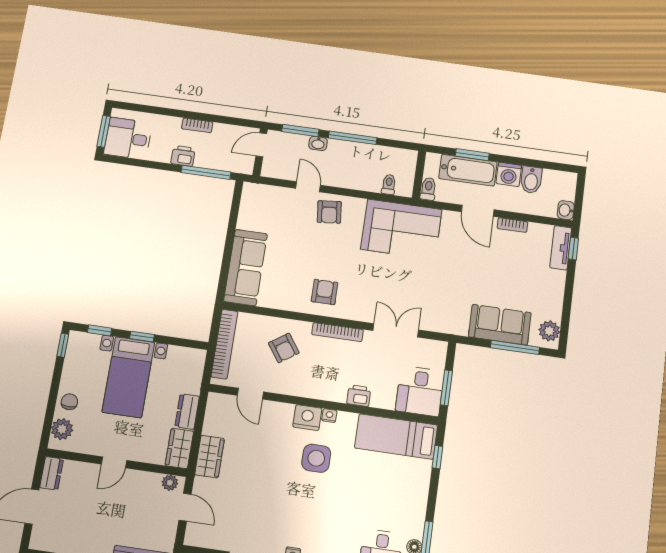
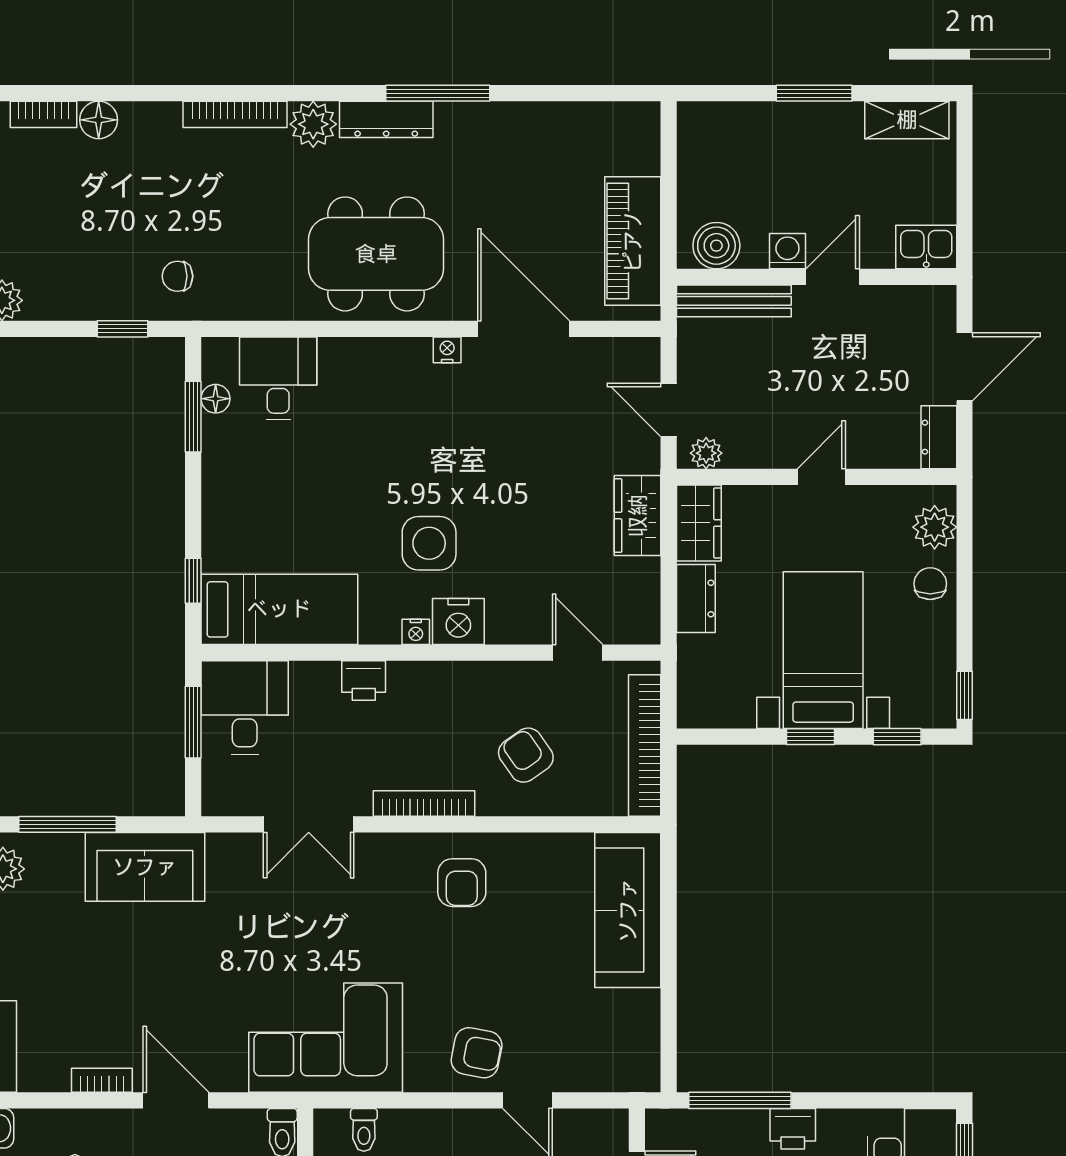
armchair: (329, 212) -> (477, 1053), turned 107
sofa: (500, 325) -> (145, 867), moved
chair: (69, 402) -> (930, 584), turned 180

